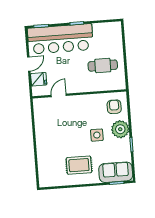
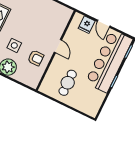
door: (59, 95) -> (58, 46), moved
armchair: (114, 107) -> (36, 58), moved

